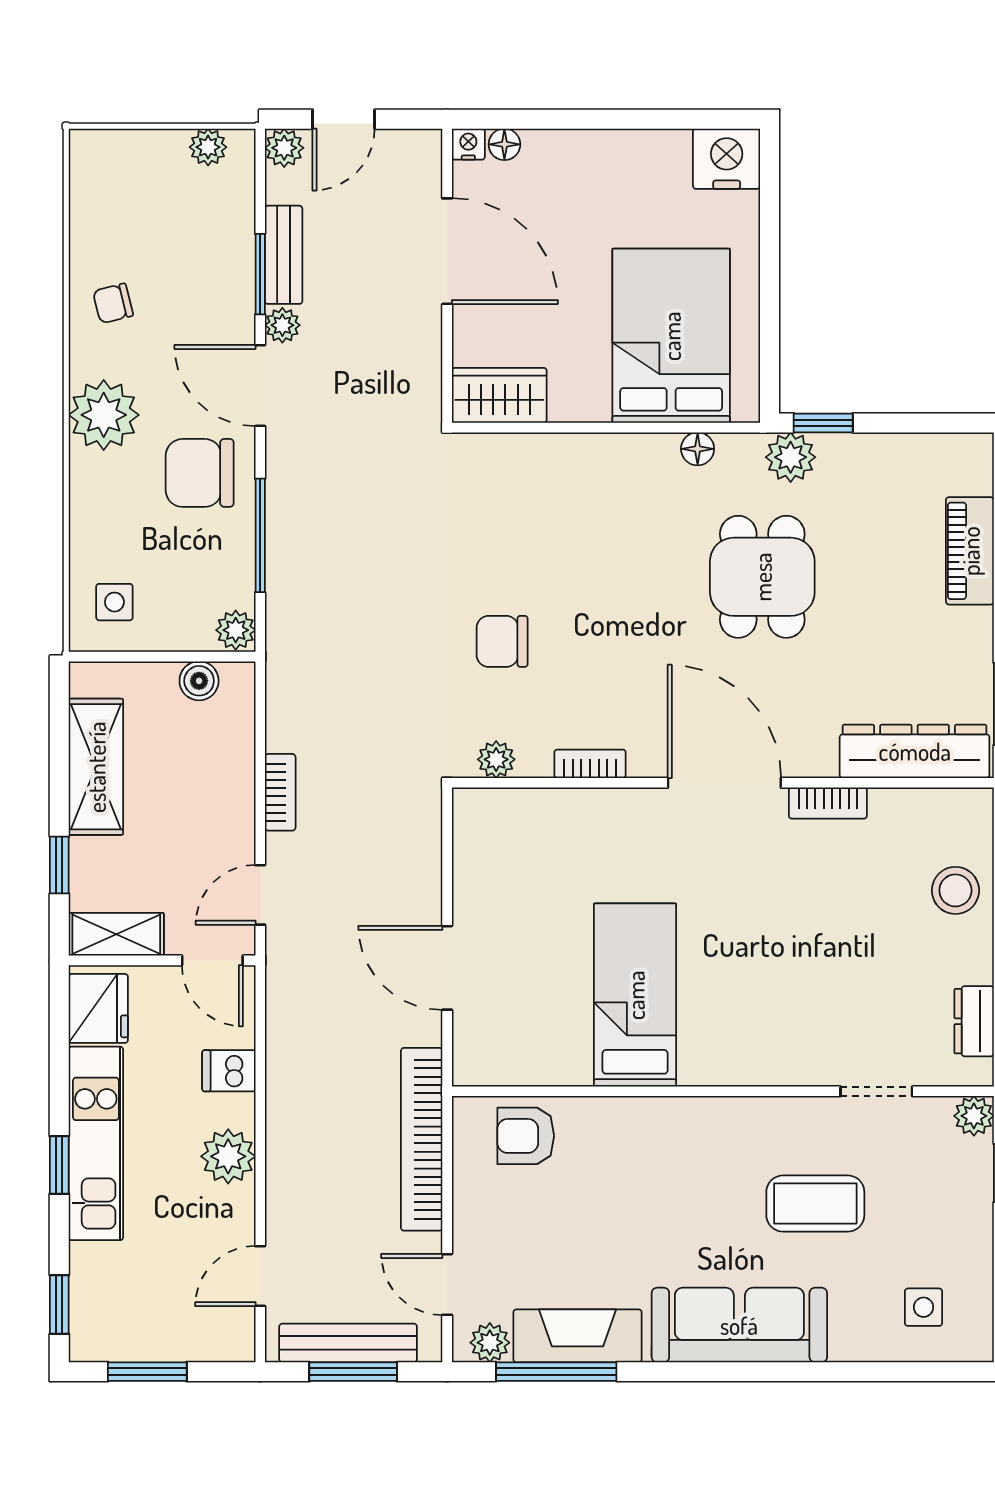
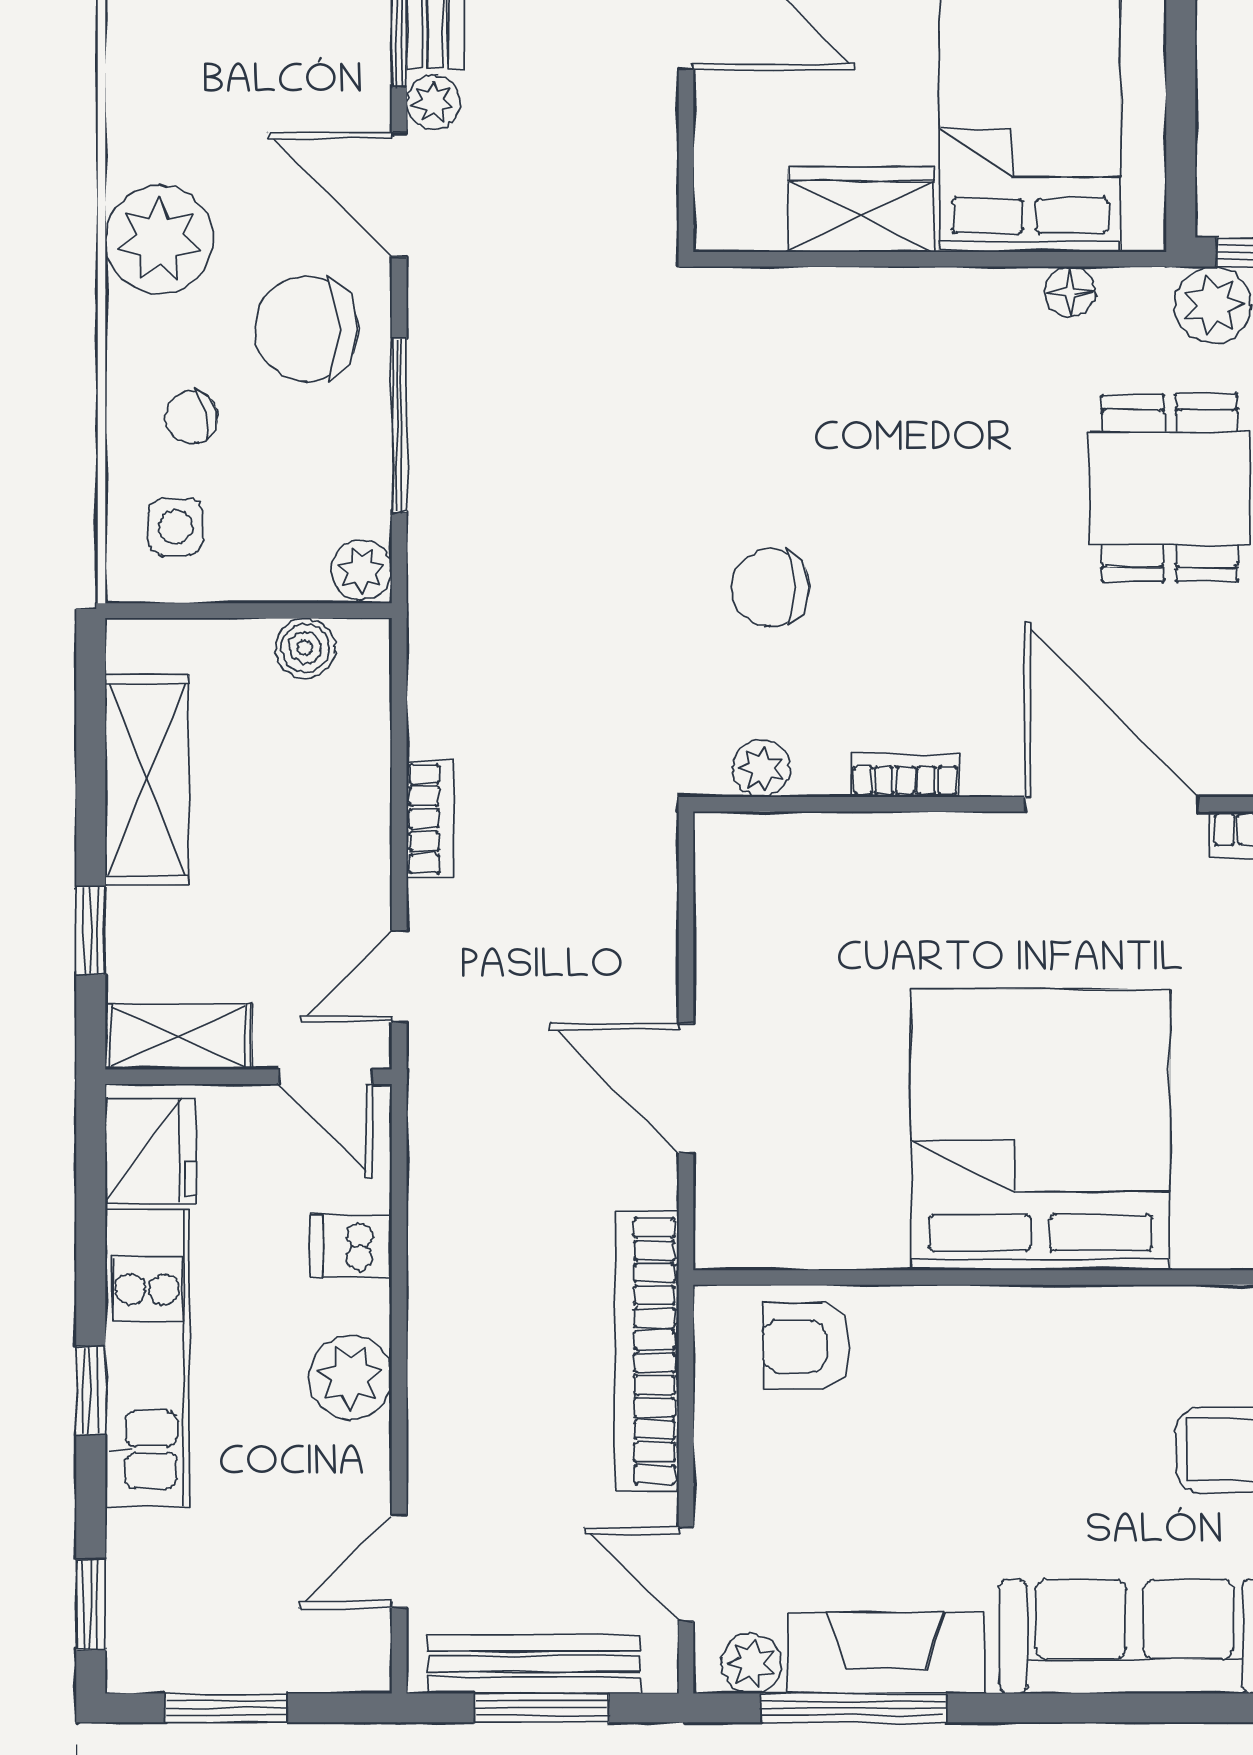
chair: (113, 303) -> (191, 417), moved
wardrobe: (499, 395) -> (861, 210), moved
bed: (635, 995) -> (1040, 1130), width x2.04

